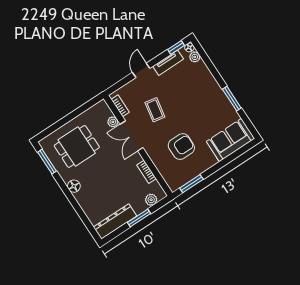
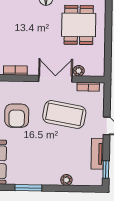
floor lamp: (189, 47) -> (98, 181), removed
plant: (195, 57) -> (66, 180), moved
coffee table: (155, 110) -> (64, 114), width x1.86, depth x1.72

